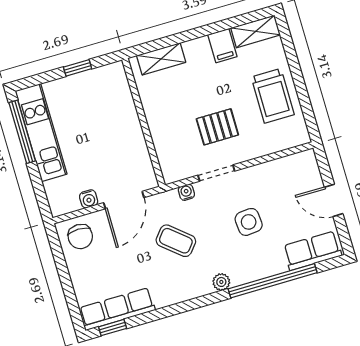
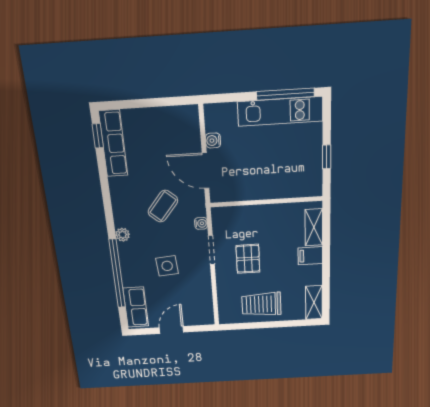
filing cabinet: (222, 46) -> (310, 256), moved
chair: (80, 237) -> (182, 126), removed

